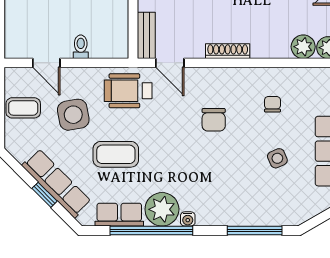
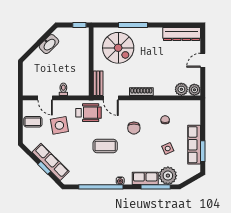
wheelchair: (128, 91) -> (89, 113), turned 180
coffee table: (116, 154) -> (105, 146), moved
plant: (162, 209) -> (168, 176), moved
row of seats: (119, 215) -> (145, 178), moved

